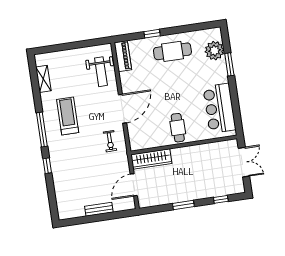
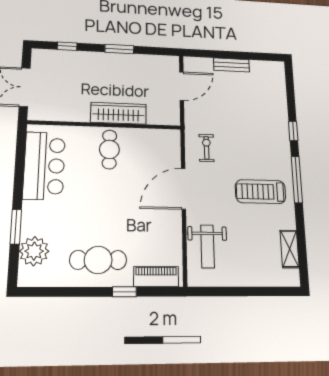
piano: (123, 56) -> (156, 277), moved, turned 90
weight bench: (101, 72) -> (207, 246), turned 180
treadmill: (68, 116) -> (261, 192), turned 90
wardrobe: (151, 159) -> (118, 113), moved

